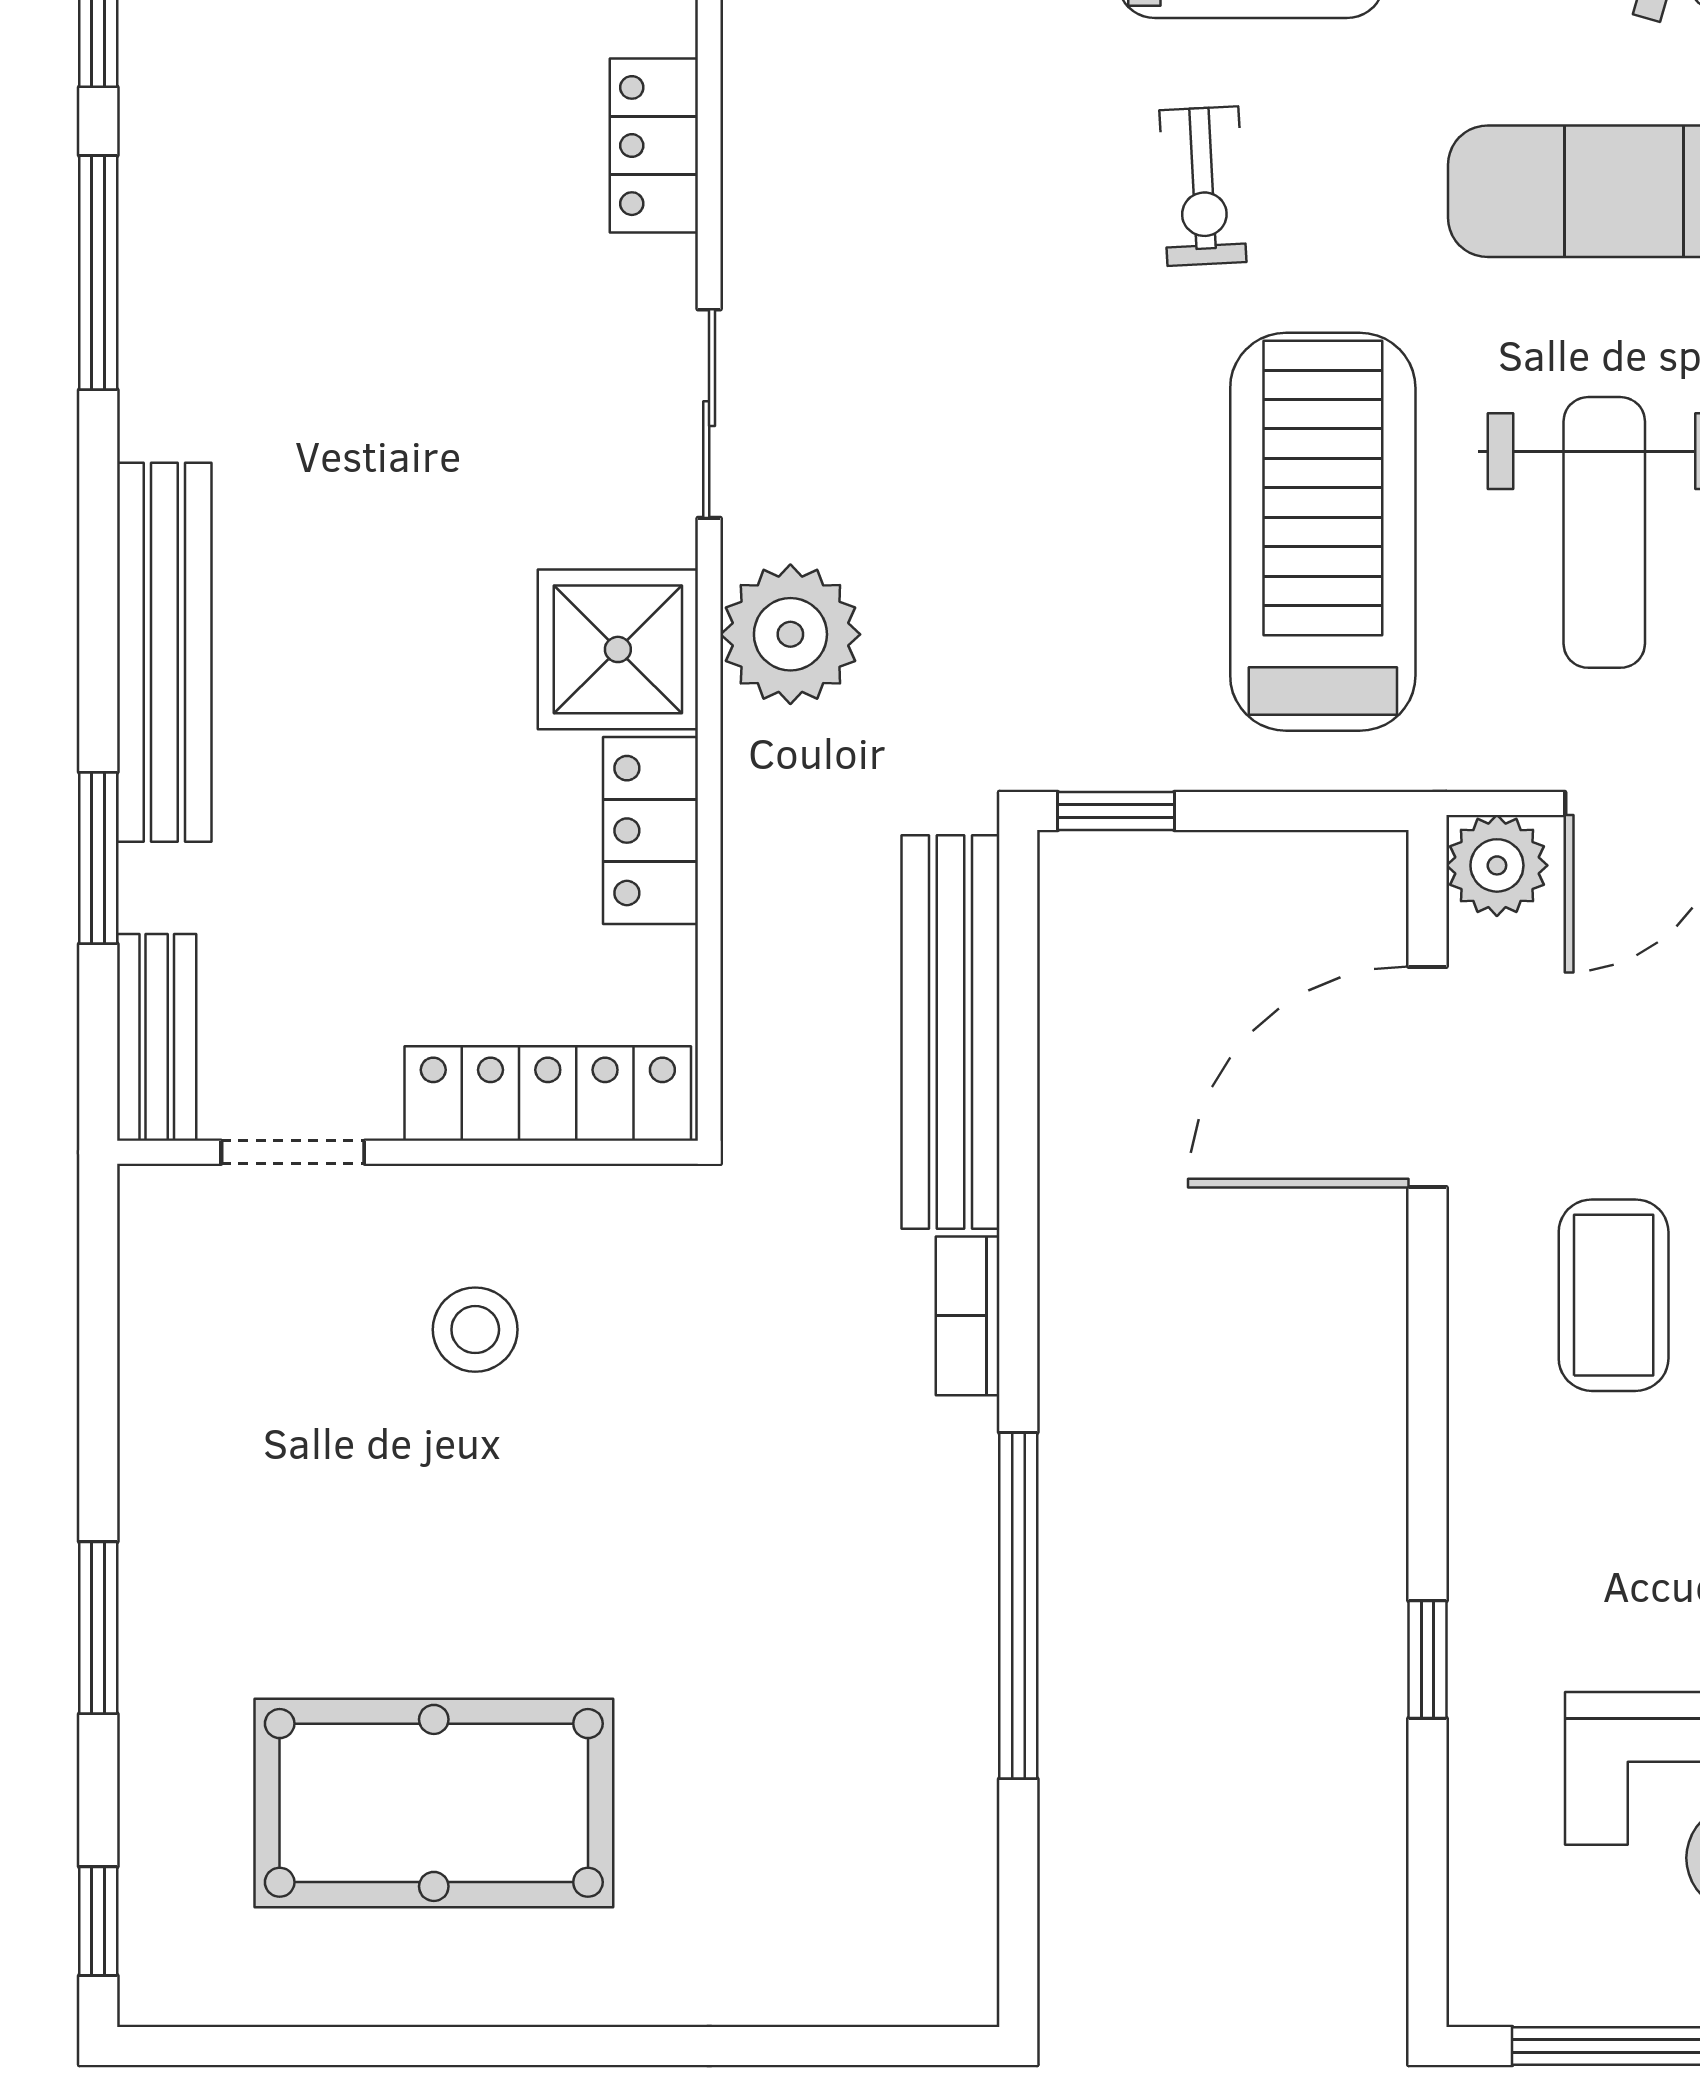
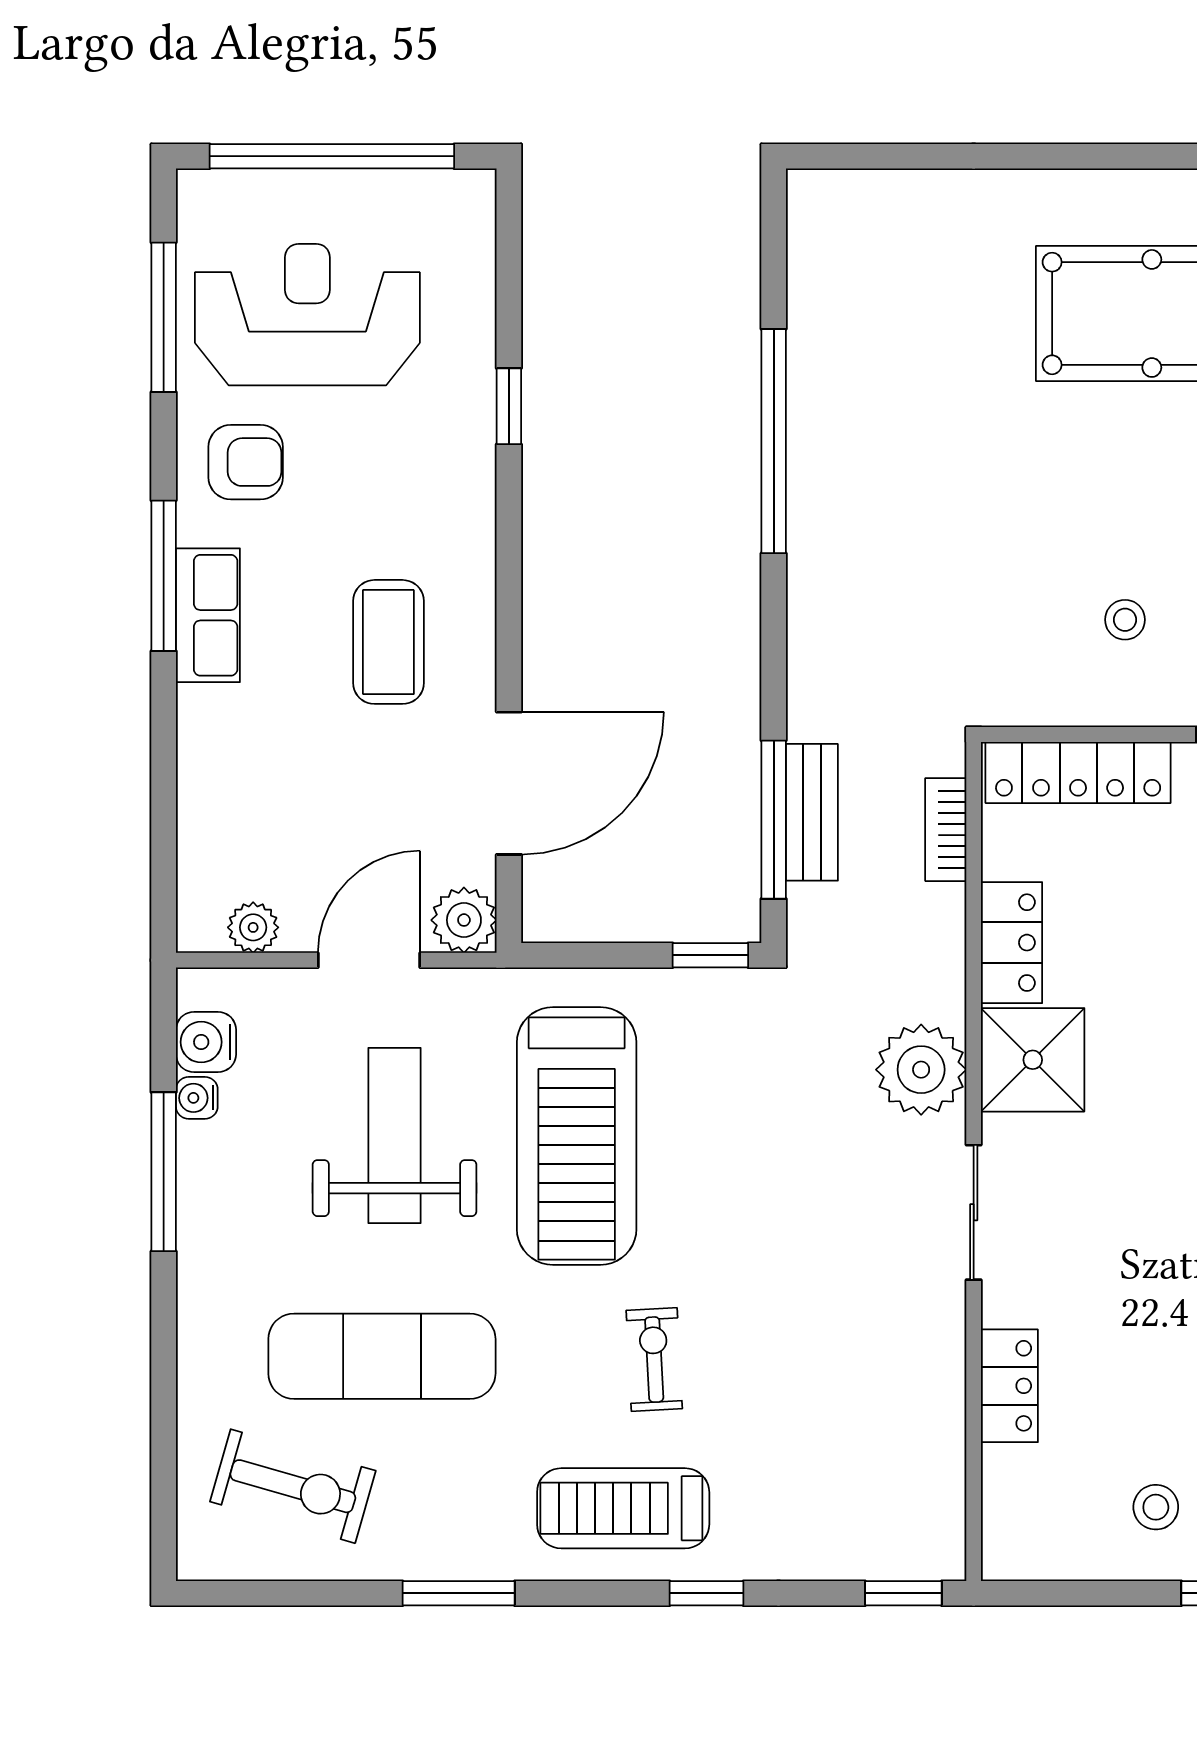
window: (1018, 1021) -> (774, 820), added
bench: (951, 1032) -> (812, 812), width x0.54, depth x0.82
bookcase: (968, 1316) -> (946, 830), moved, turned 180
stool: (475, 1330) -> (1125, 620), width x0.73, depth x0.73

